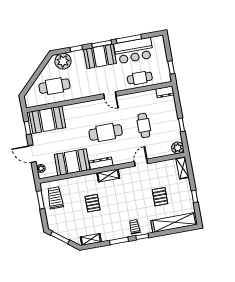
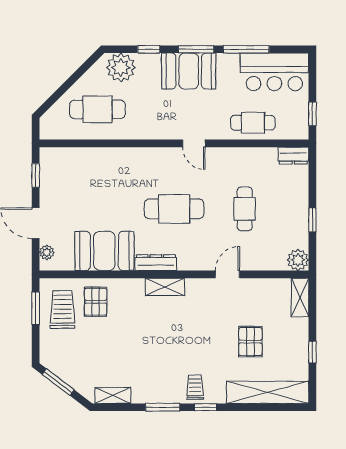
bar counter: (134, 51) -> (274, 72), moved
booth: (47, 120) -> (74, 167), removed
pallet: (93, 203) -> (96, 302), moved

